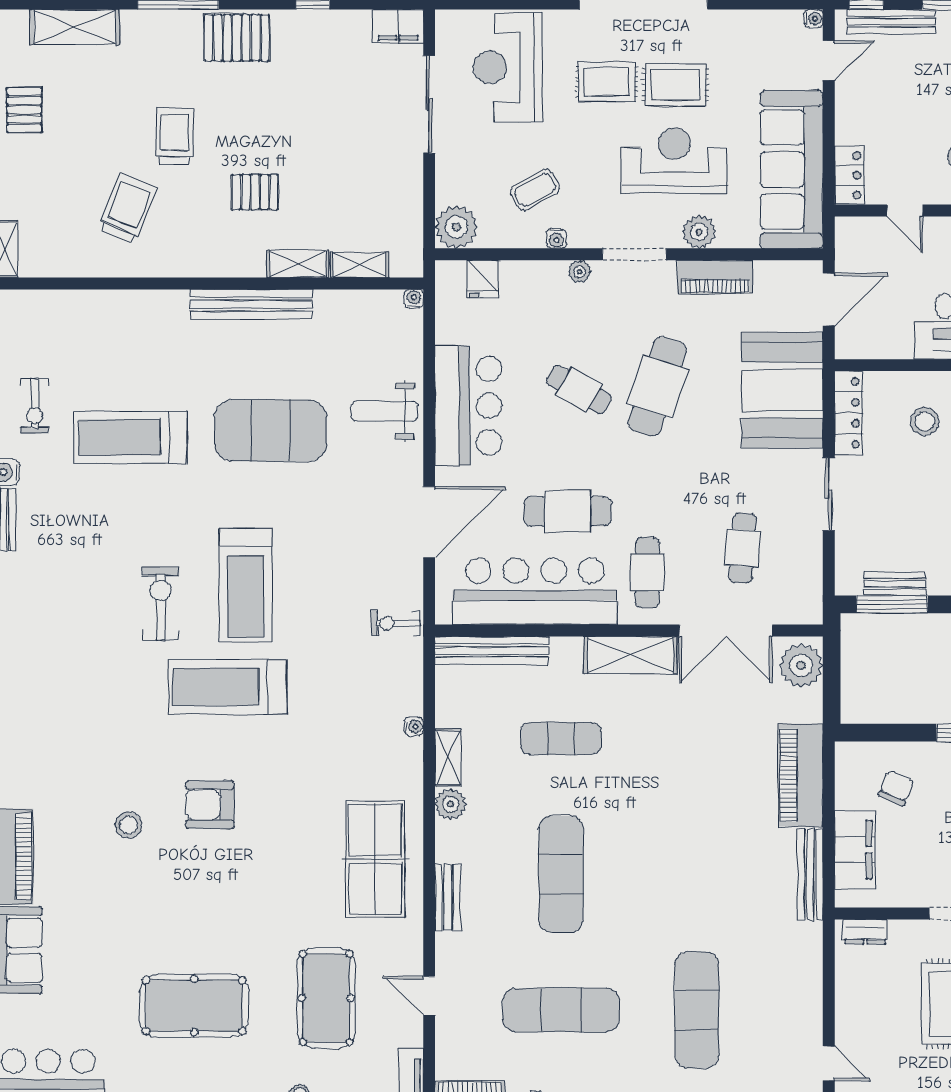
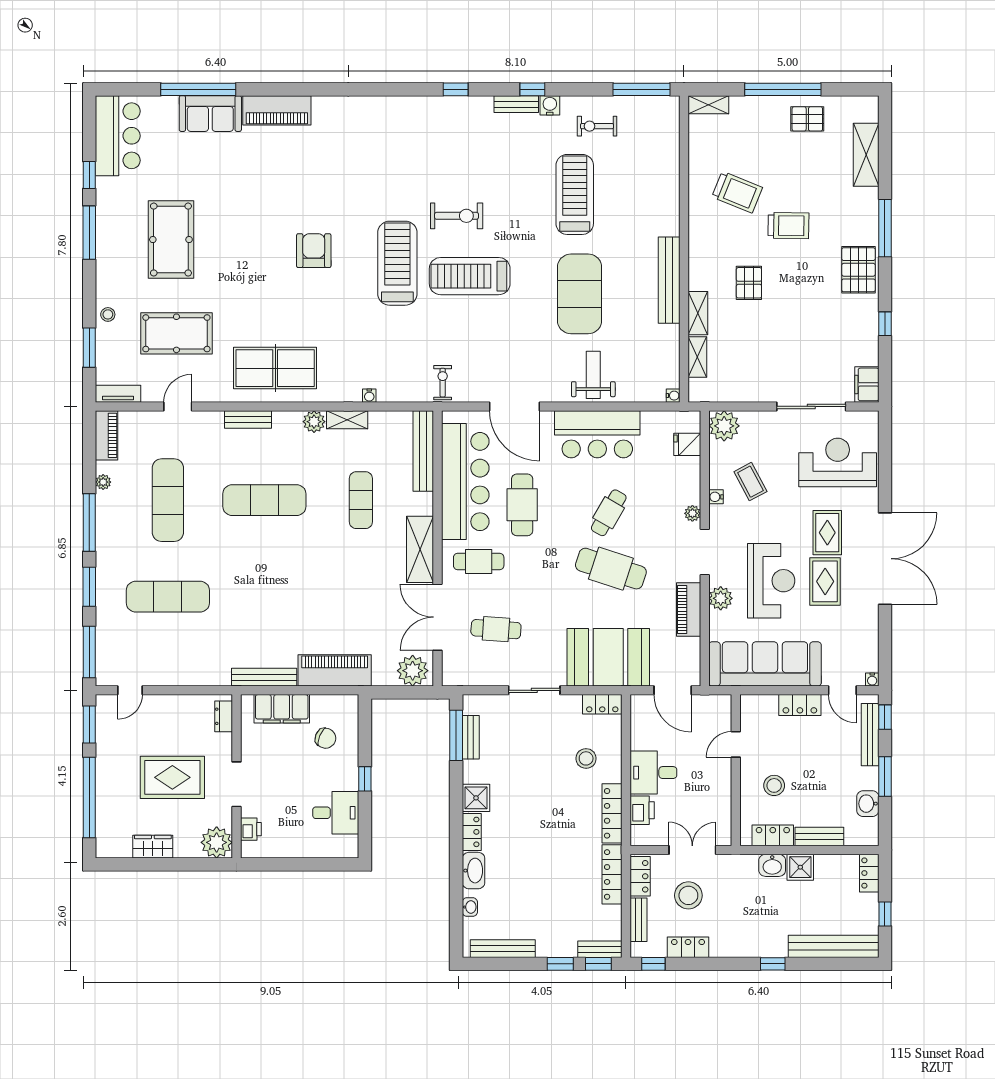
locker: (849, 175) -> (800, 705), moved
locker: (848, 413) -> (602, 704), width x0.66
stool: (129, 825) -> (299, 193), removed

